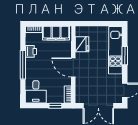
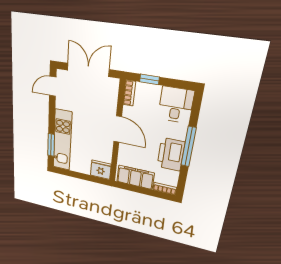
fridge: (82, 44) -> (101, 170), moved, turned 90
printer: (31, 51) -> (171, 154), width x1.87, depth x1.48
window: (125, 56) -> (51, 145), moved

